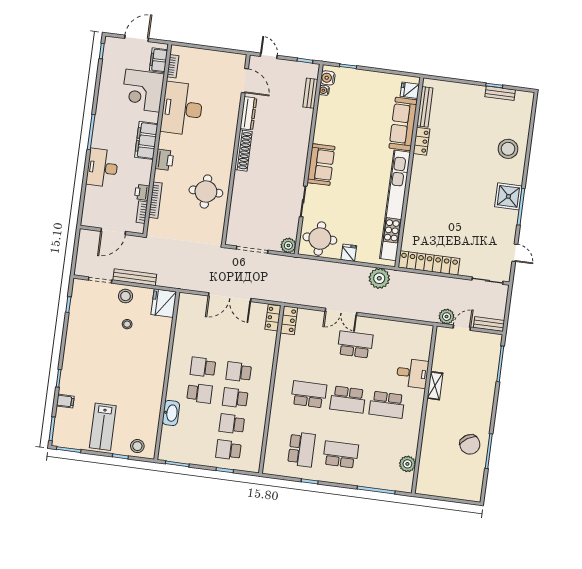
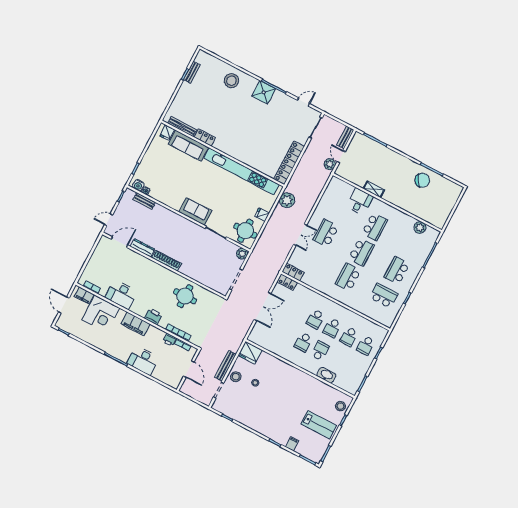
desk: (182, 109) -> (121, 294), width x0.73, depth x0.77

